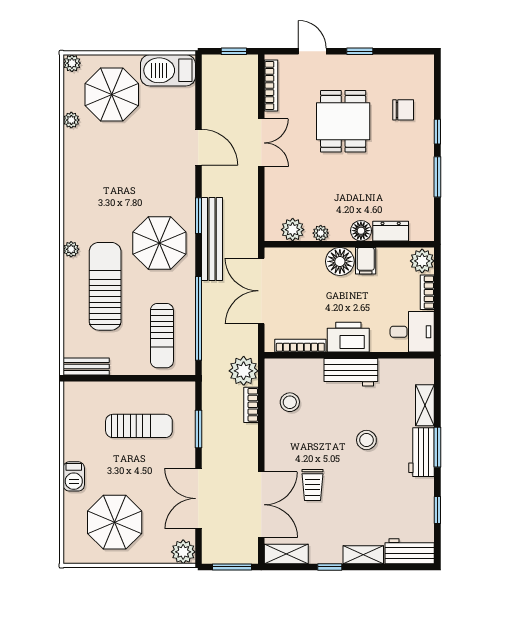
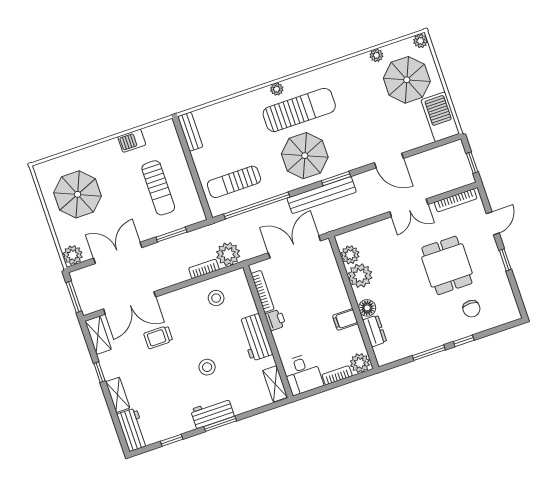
dining table: (343, 121) -> (447, 265), turned 90
door: (198, 147) -> (389, 161), hinge flipped
plant: (321, 233) -> (360, 276), width x1.88, depth x1.88
floor lamp: (340, 261) -> (338, 300), removed
sun lounger: (105, 286) -> (299, 110), moved
printer: (348, 337) -> (275, 320), width x0.53, depth x0.68
shelving: (425, 405) -> (275, 384), moved, turned 90
barbecue: (74, 476) -> (132, 141), moved

